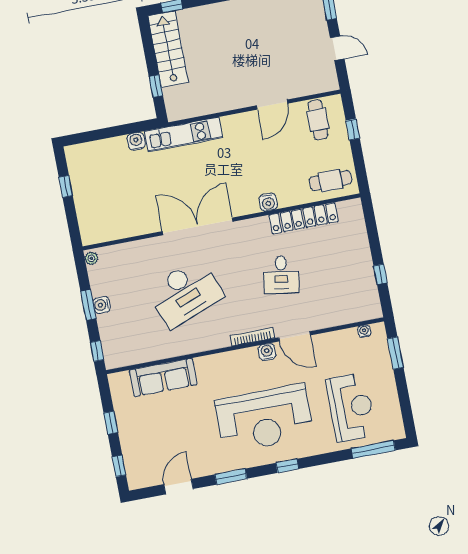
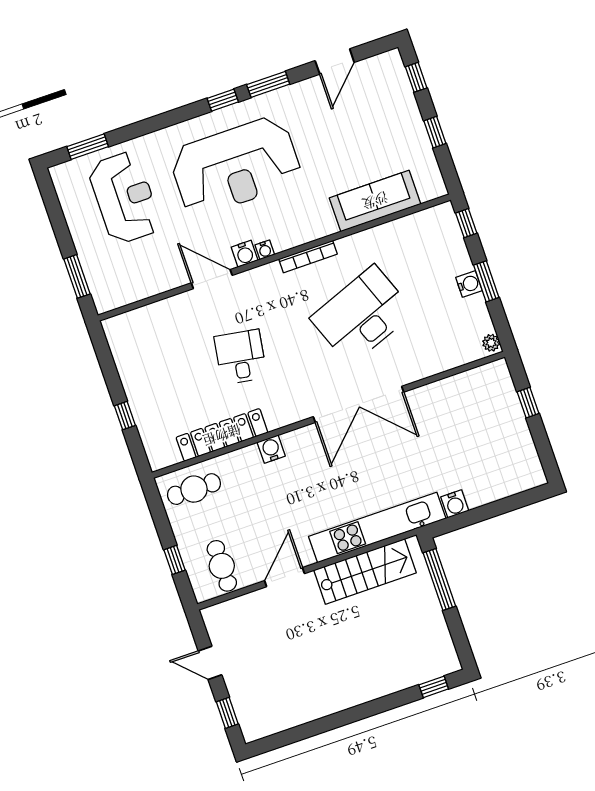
stairs: (168, 49) -> (365, 571), moved, turned -90
window: (156, 86) -> (439, 580), width x2.17
kitchen unit: (183, 134) -> (377, 527), width x1.36
window: (66, 186) -> (528, 403), moved
window: (380, 274) -> (125, 416), moved
water cooler: (364, 331) -> (265, 250), moved
bookcase: (252, 337) -> (308, 257), moved
reception desk: (351, 407) -> (125, 198), turned 180
reception desk: (264, 419) -> (236, 166), turned 180
window: (373, 449) -> (88, 147), width x0.69
window: (287, 466) -> (223, 100), moved

